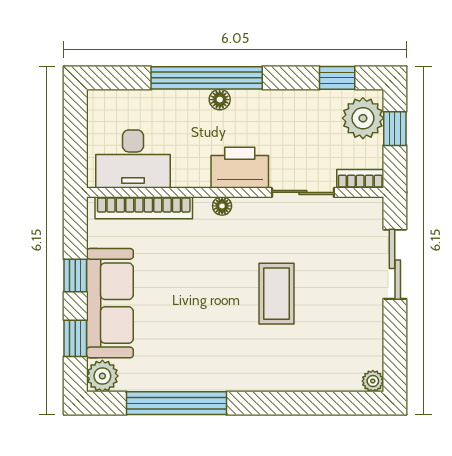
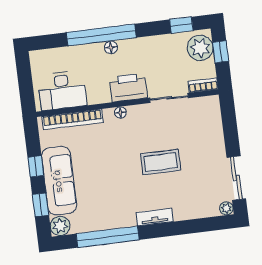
sliding door: (395, 264) -> (236, 178), moved
coffee table: (277, 294) -> (161, 162), turned 90
tv unit: (256, 381) -> (155, 217), added

